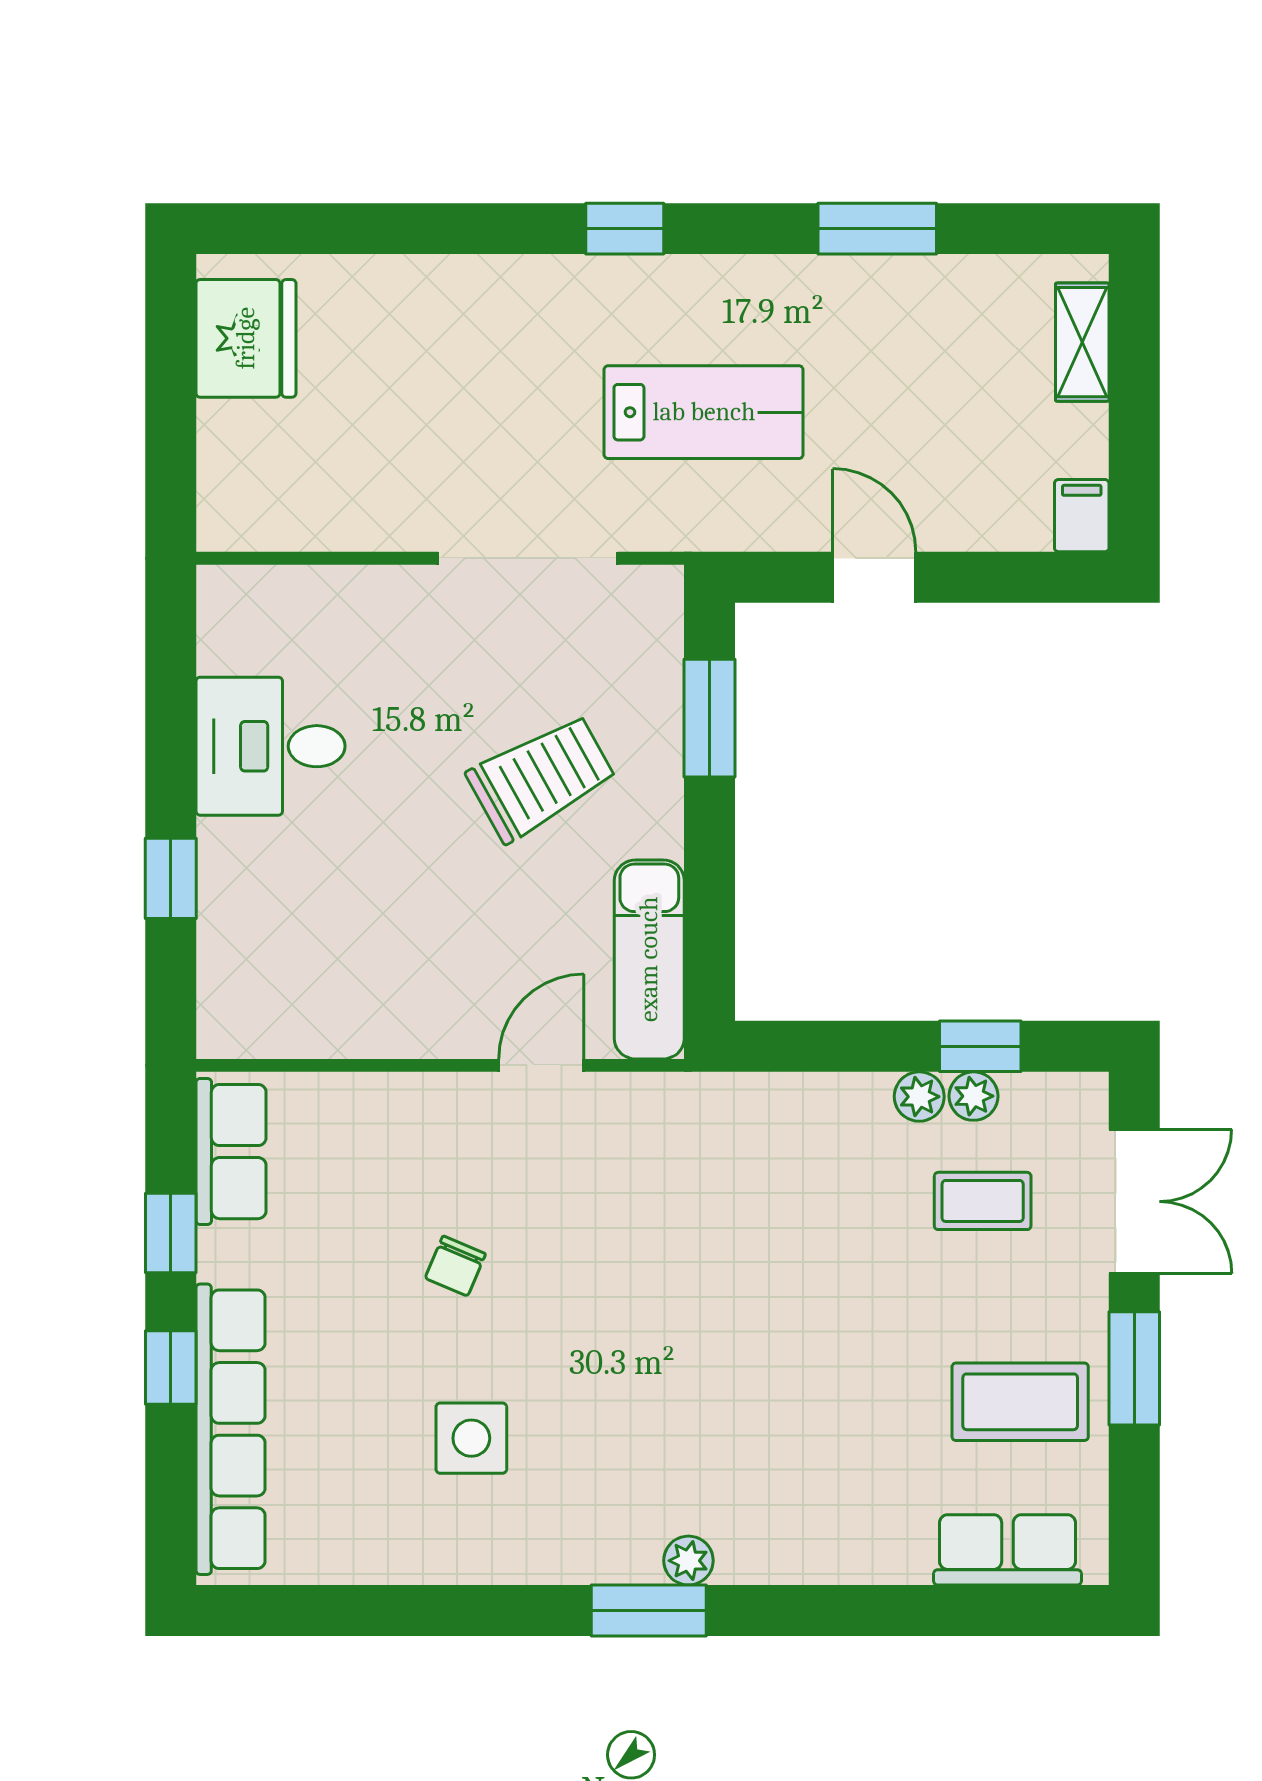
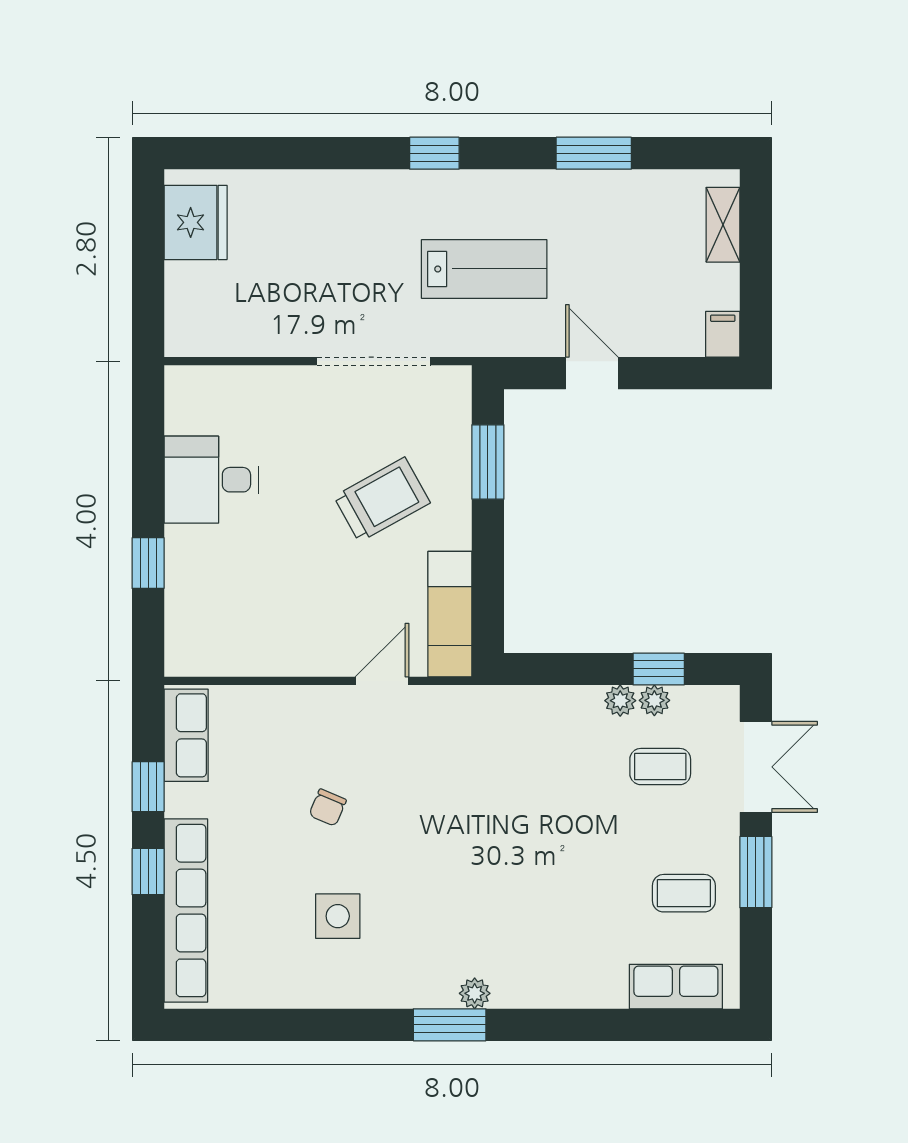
coffee table: (1020, 1402) -> (684, 893), width x0.73, depth x0.77

